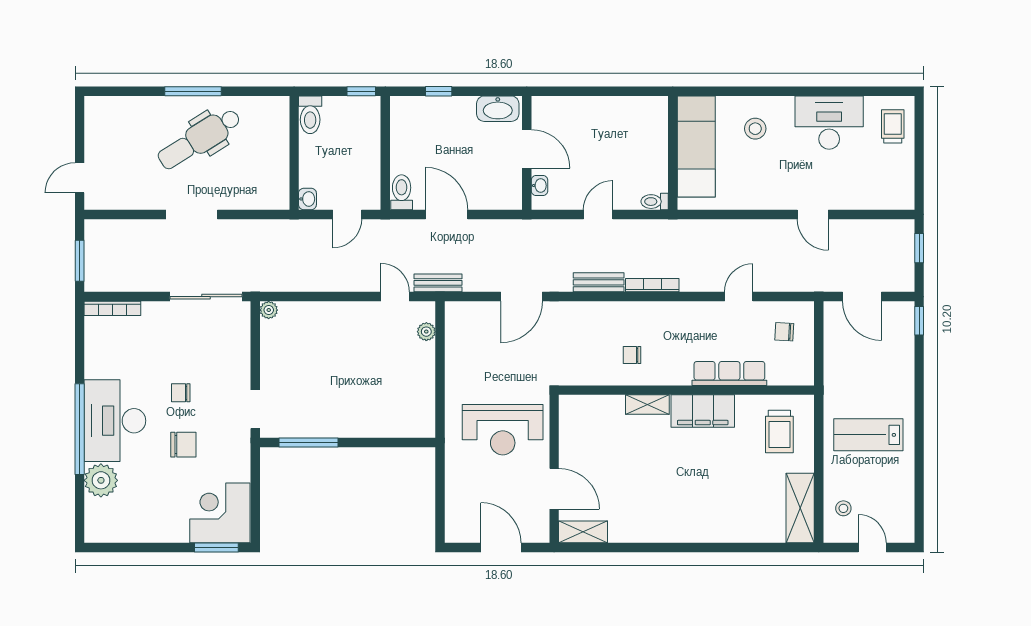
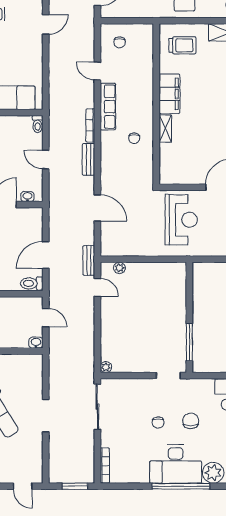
door: (395, 297) -> (97, 287), swing flipped
row of seats: (729, 373) -> (108, 107), moved, turned 180

